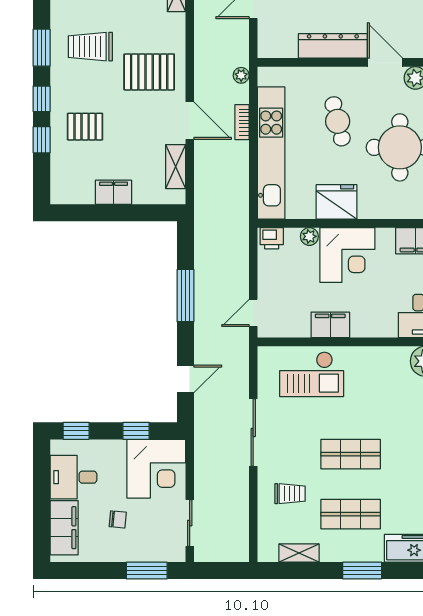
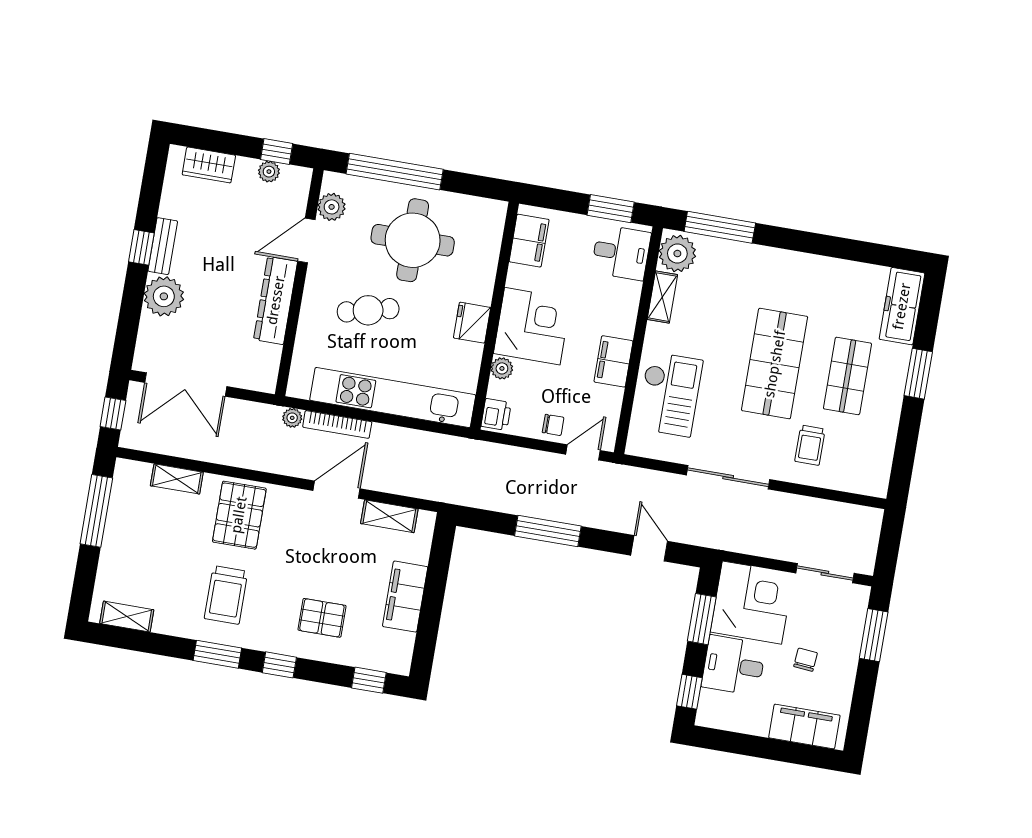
pallet: (149, 72) -> (239, 515), moved
bookcase: (242, 122) -> (337, 424), width x1.56
pallet: (85, 127) -> (322, 618), turned 90
window: (42, 140) -> (369, 680), moved
filing cabinet: (113, 192) -> (405, 597), width x1.50, depth x1.17
fridge: (337, 202) -> (472, 323), width x0.73, depth x0.75
chair: (271, 285) -> (553, 425), added
door: (253, 313) -> (583, 452), swing flipped
window: (136, 431) -> (702, 619), width x1.50
shop shelf: (351, 454) -> (775, 364), width x1.43, depth x1.36
desk: (73, 477) -> (734, 665), moved, turned 90
trolley: (290, 494) -> (810, 445), turned 180
shelving: (299, 553) -> (662, 297), moved

